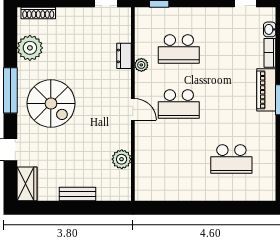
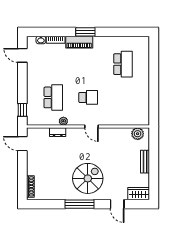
plant: (30, 48) -> (53, 192), removed
school desk: (179, 104) -> (88, 97), width x0.54
door: (133, 109) -> (91, 127), swing flipped
plant: (122, 159) -> (138, 134), moved

